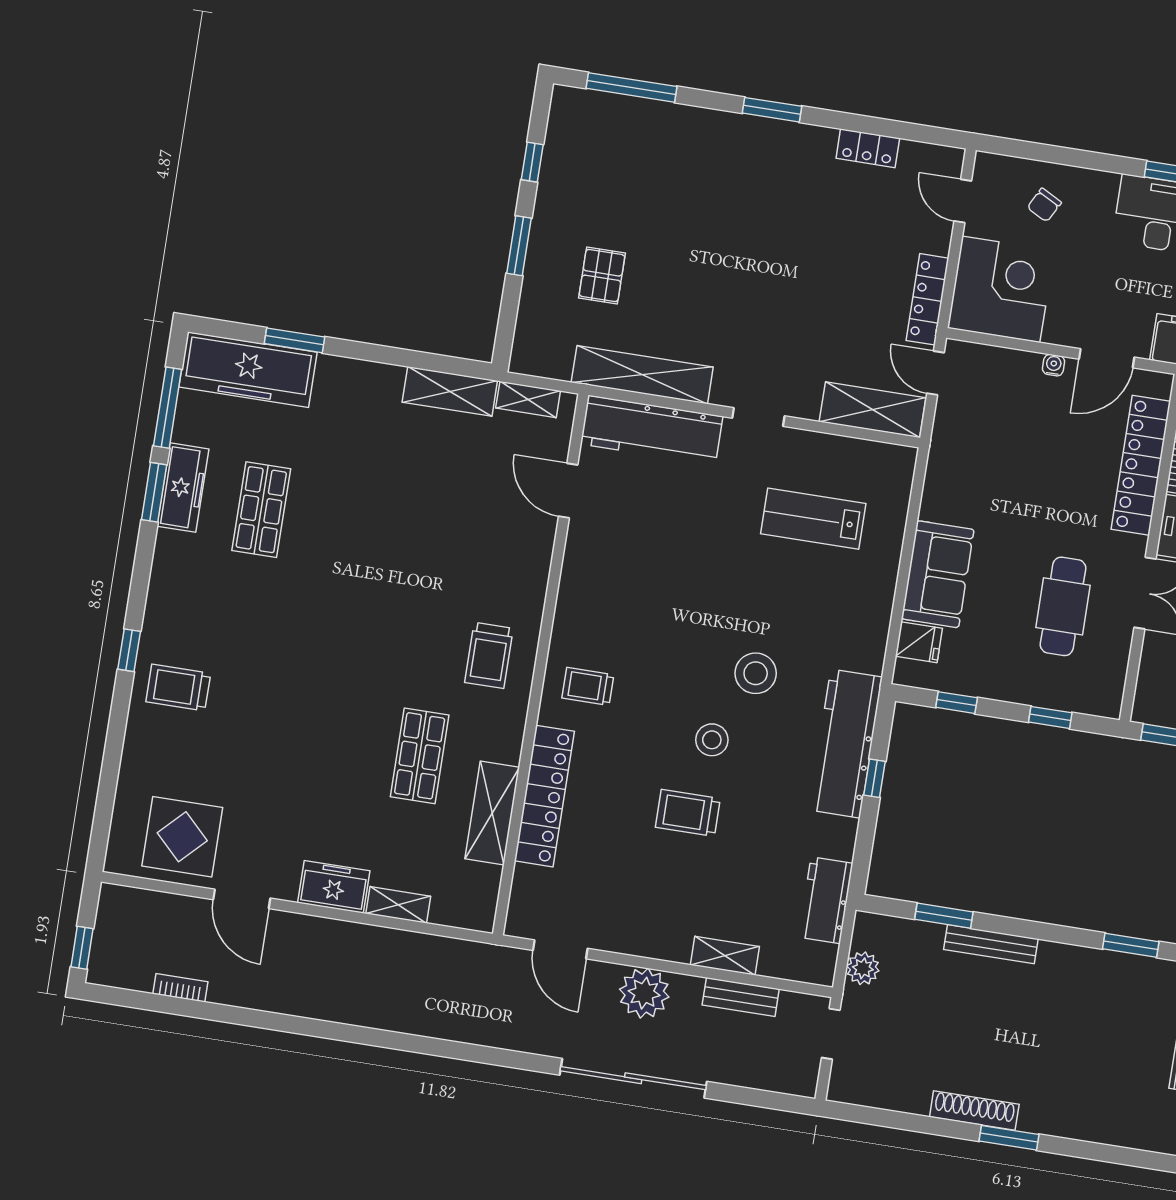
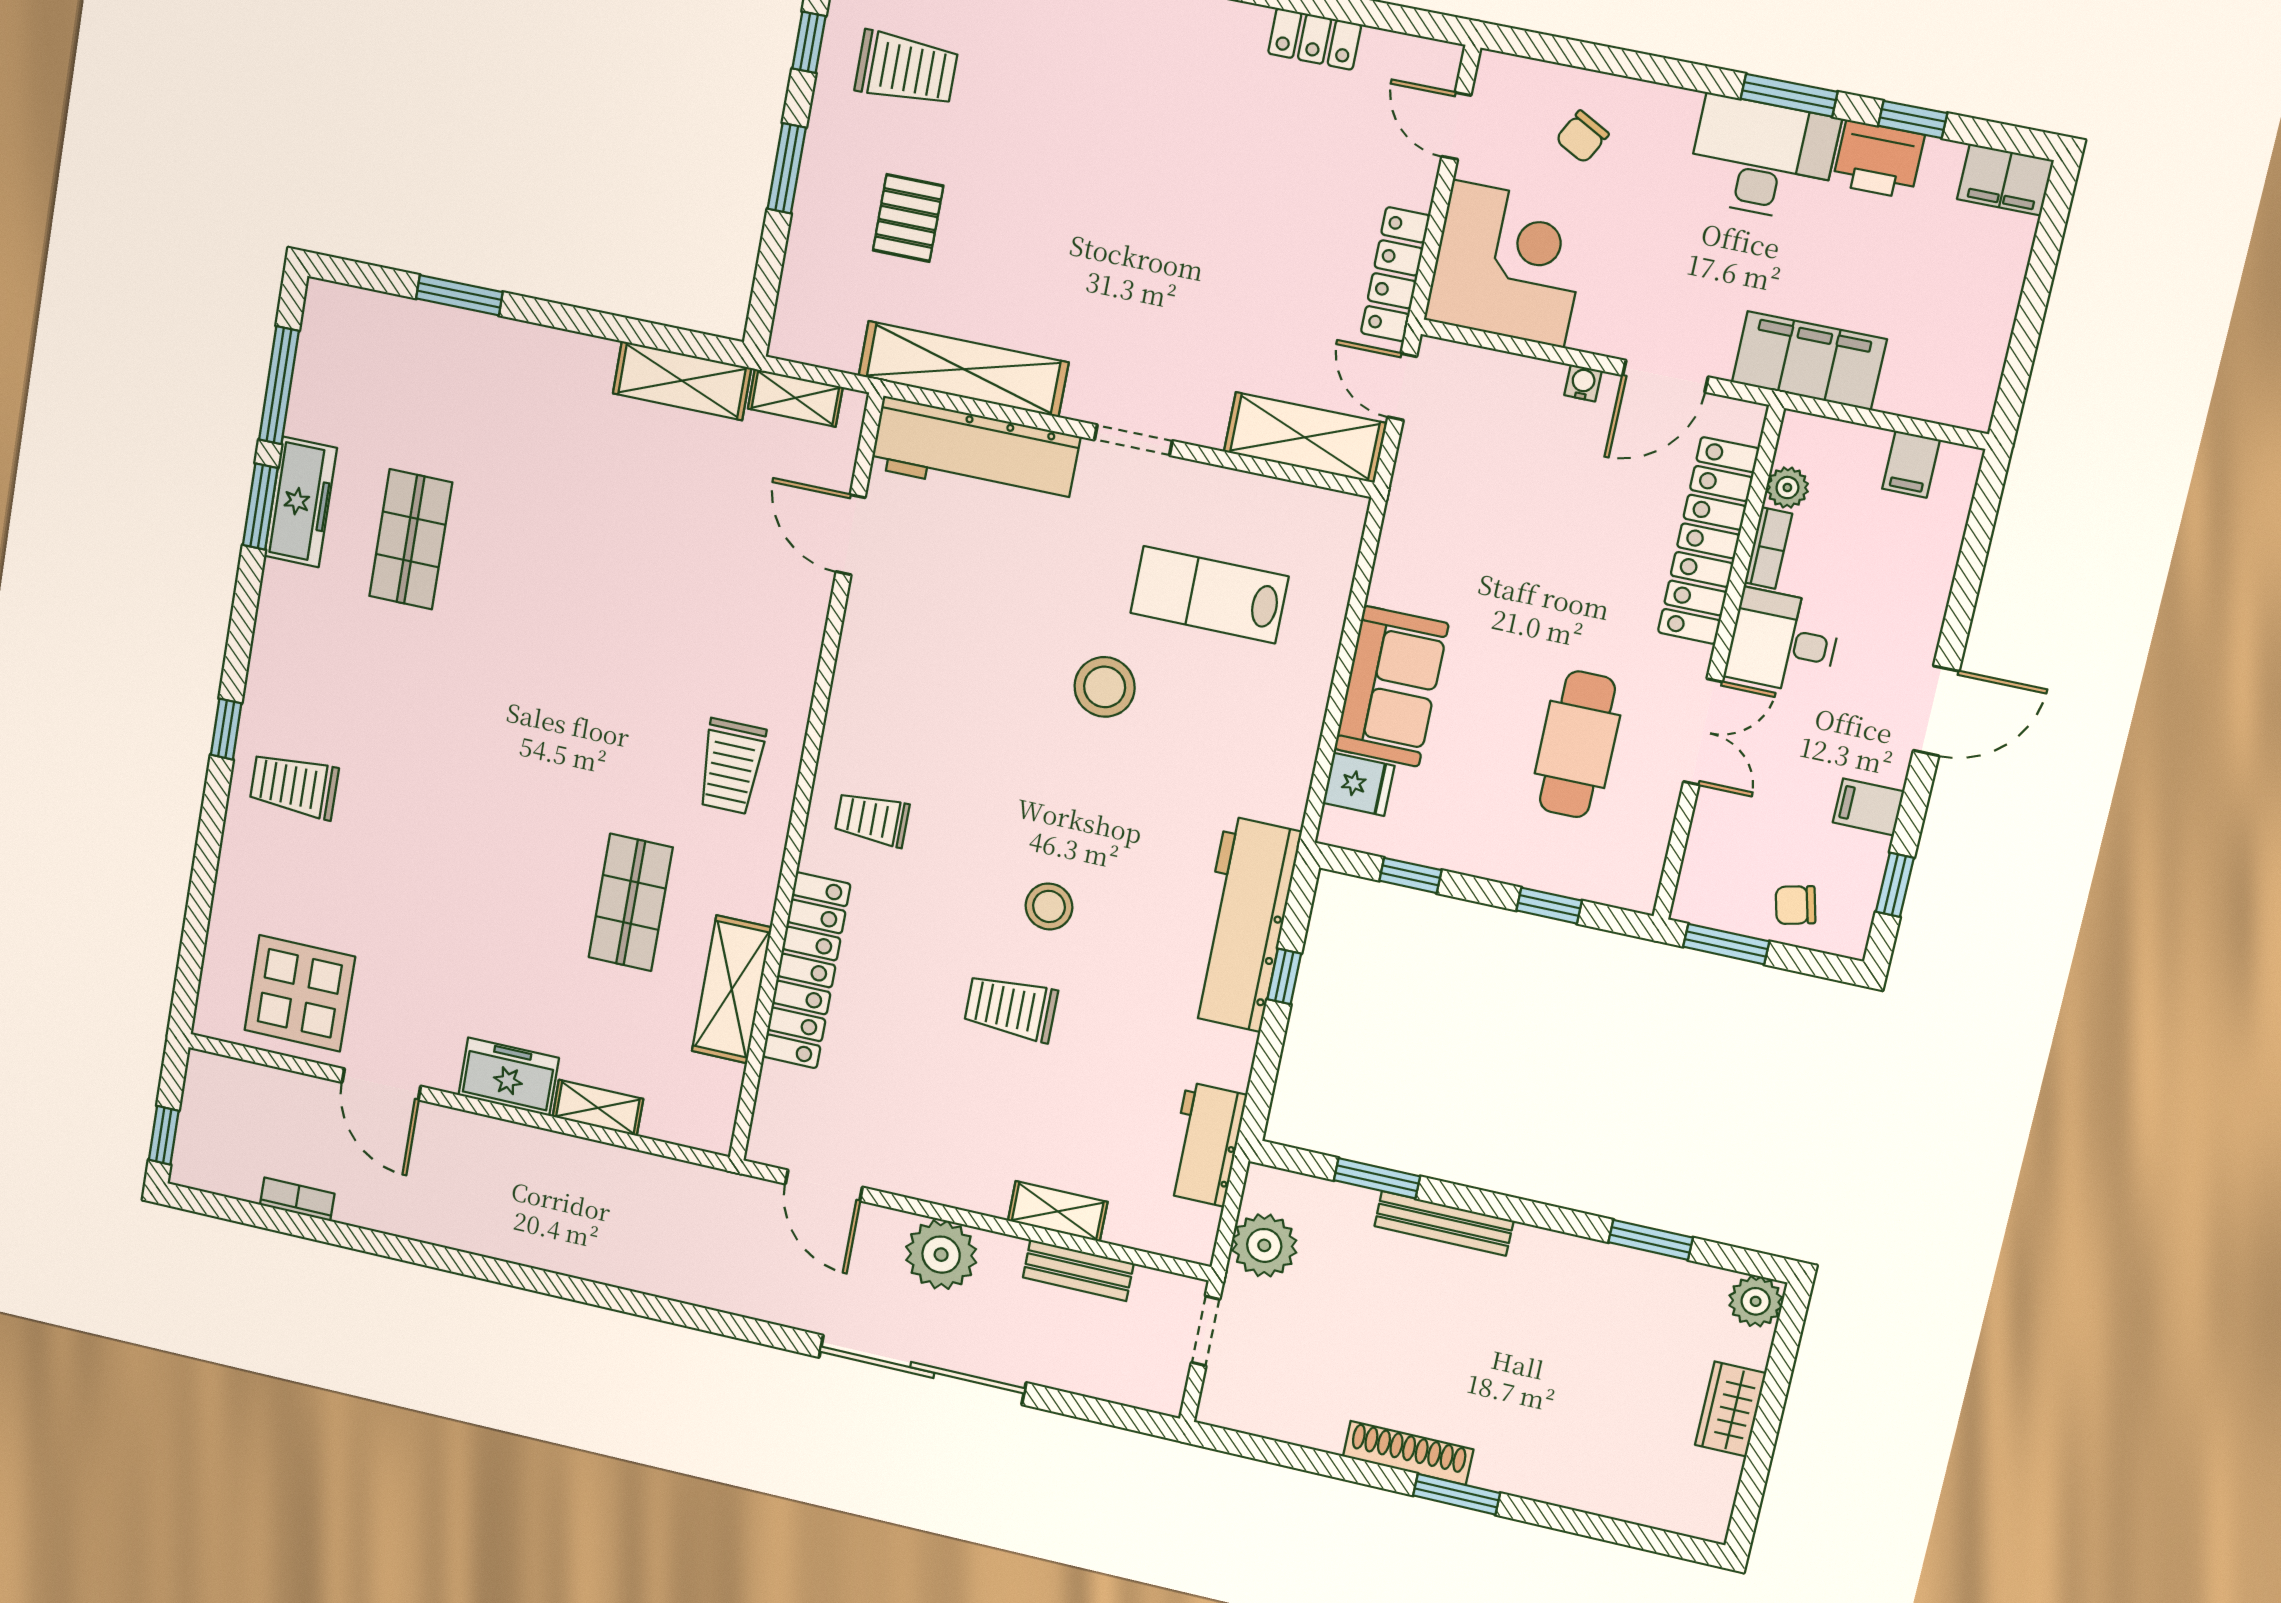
trolley: (598, 177) -> (906, 69), added
freezer: (248, 370) -> (393, 335), removed
stool: (756, 673) -> (1105, 687), moved
plant: (863, 968) -> (1264, 1245), width x1.36, depth x1.36

